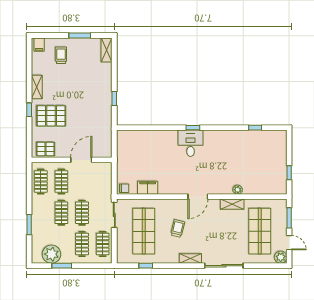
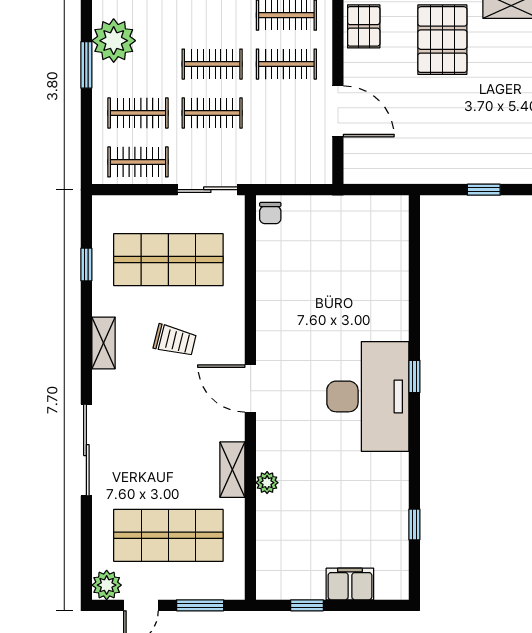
desk: (191, 143) -> (368, 396), width x1.87, depth x1.30
filing cabinet: (148, 188) -> (350, 584), moved, turned -90
shelving: (190, 258) -> (103, 343), moved

